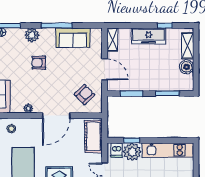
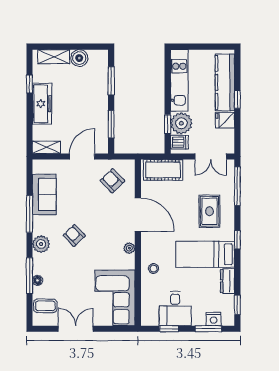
armchair: (39, 63) -> (74, 235), turned 136

